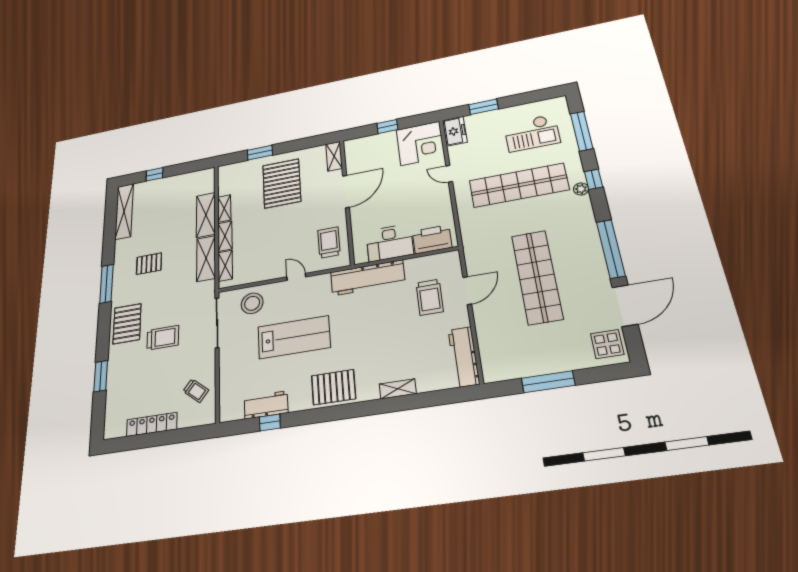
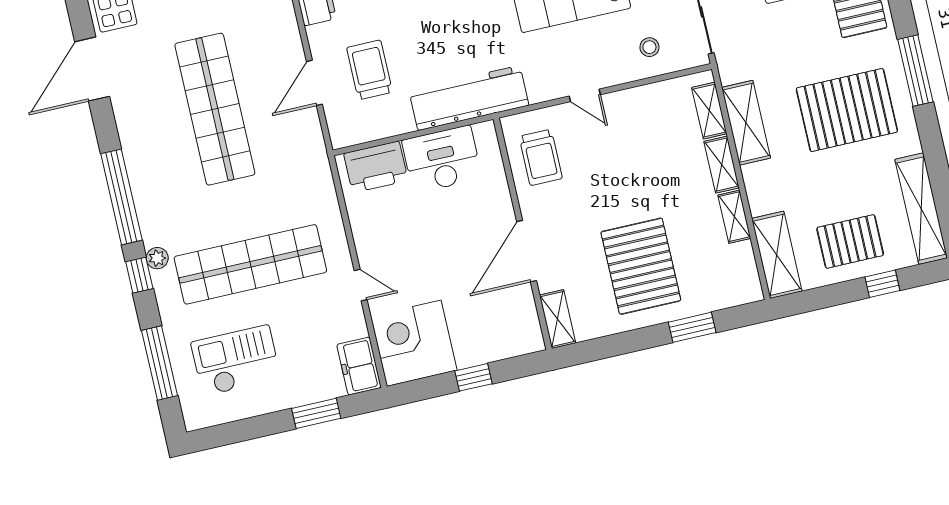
pallet: (165, 195) -> (850, 241), added
shelving: (206, 215) -> (777, 255), moved
window: (611, 249) -> (121, 197), moved
pallet: (149, 264) -> (847, 110), width x2.05, depth x2.00
stool: (252, 303) -> (649, 47), width x0.53, depth x0.53

